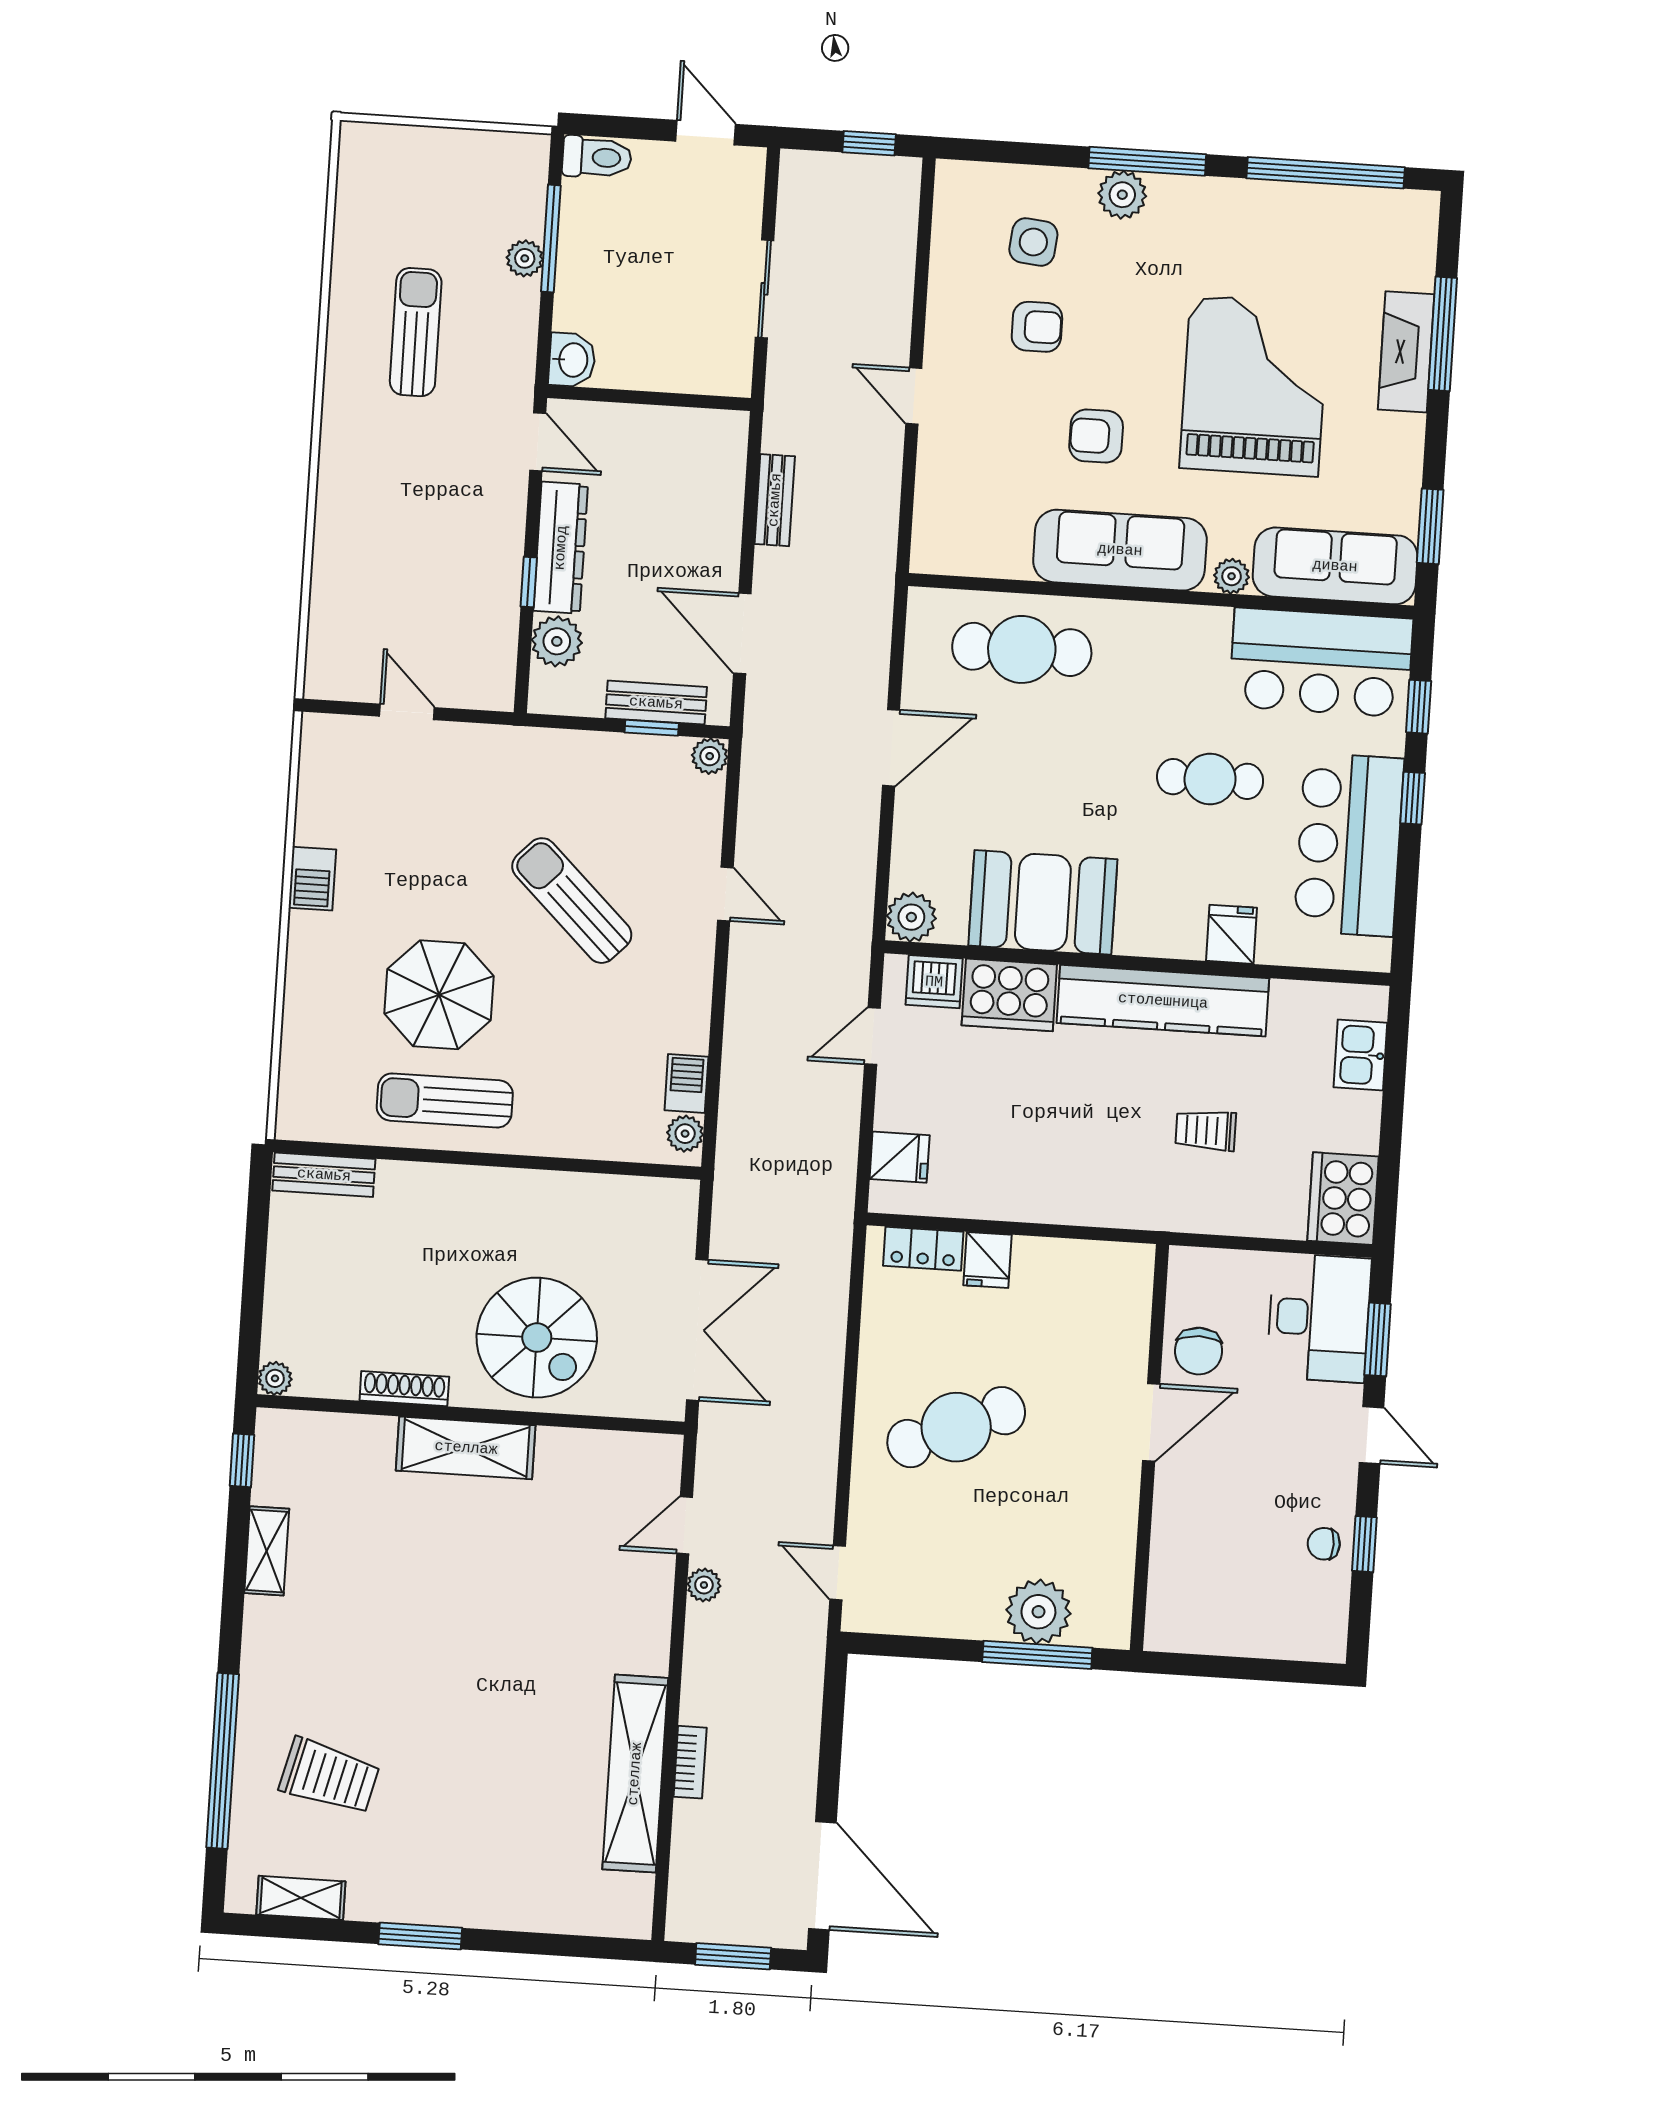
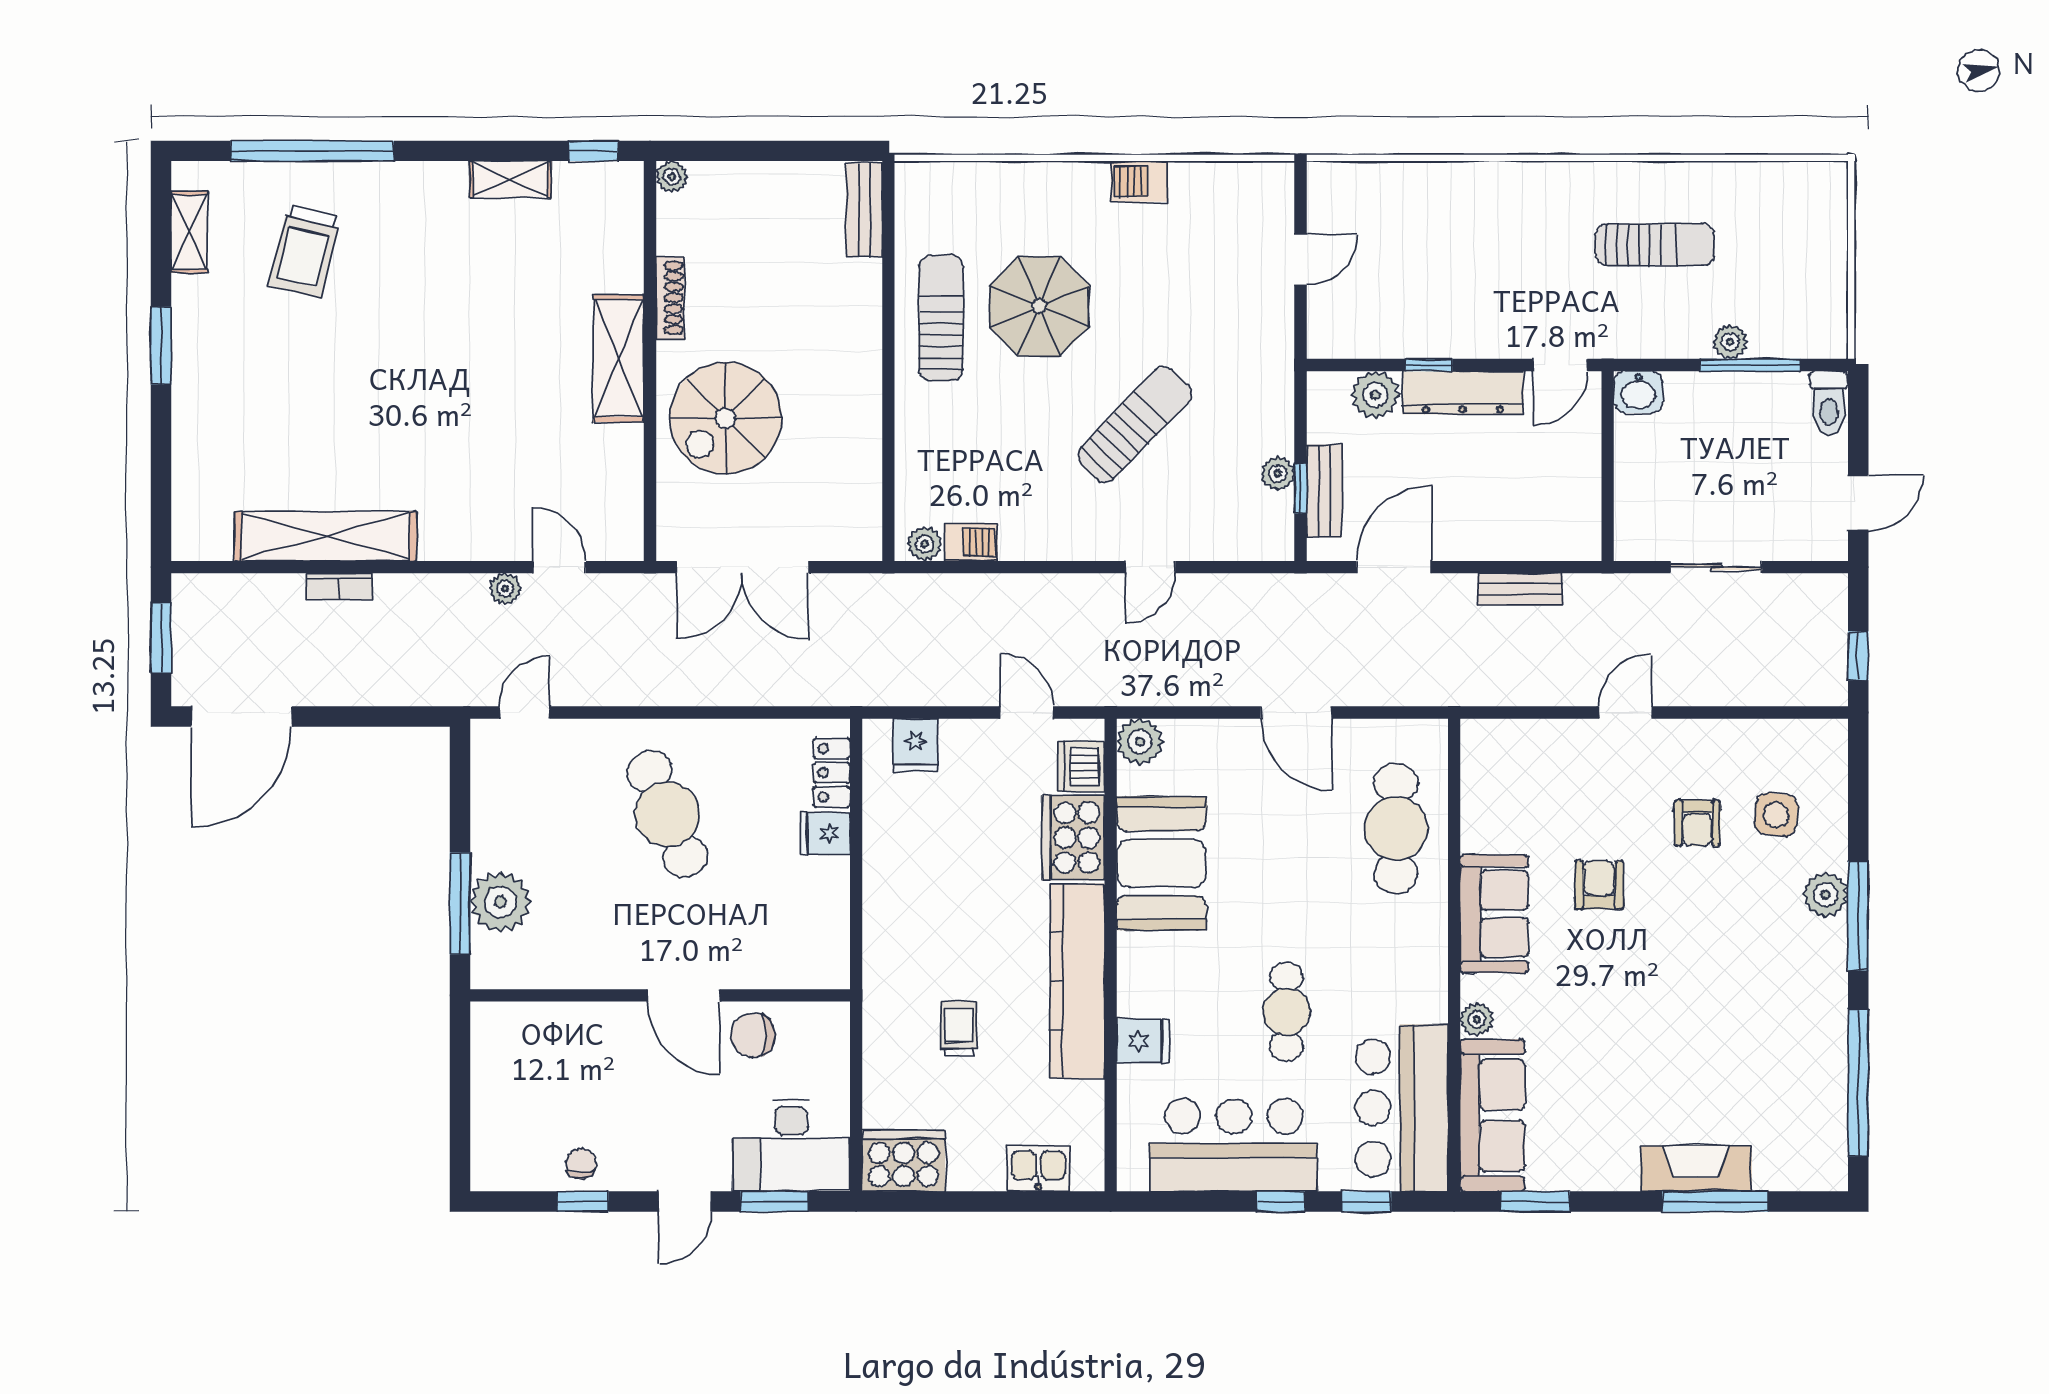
grand piano: (1254, 386) -> (1655, 1029), removed
sofa: (1120, 550) -> (1494, 914), width x0.73
plant: (710, 756) -> (1278, 473), moved

